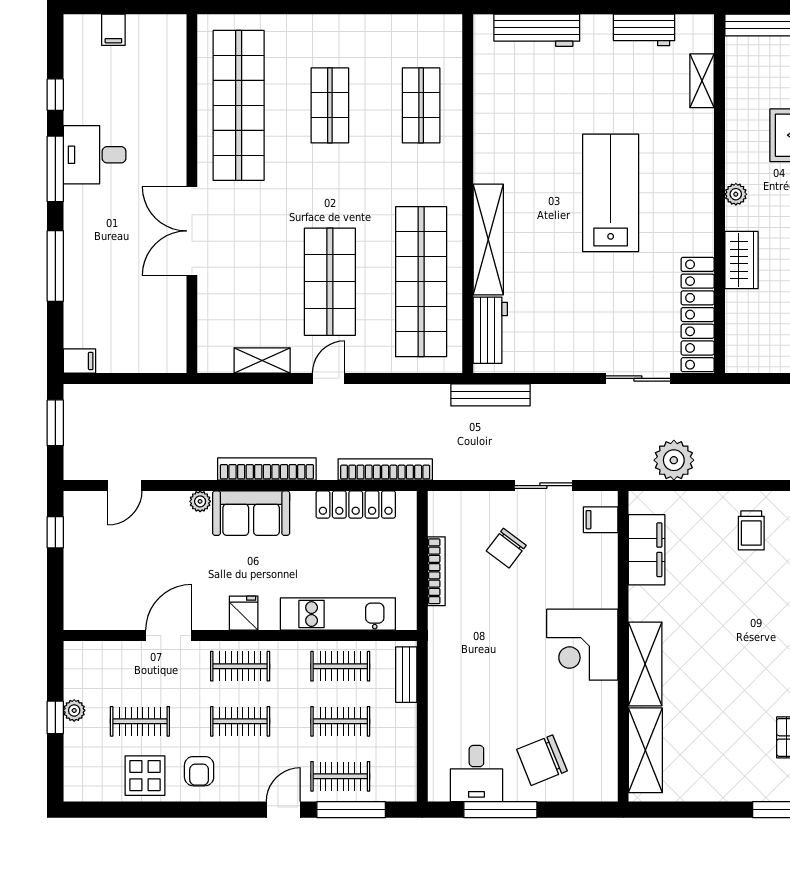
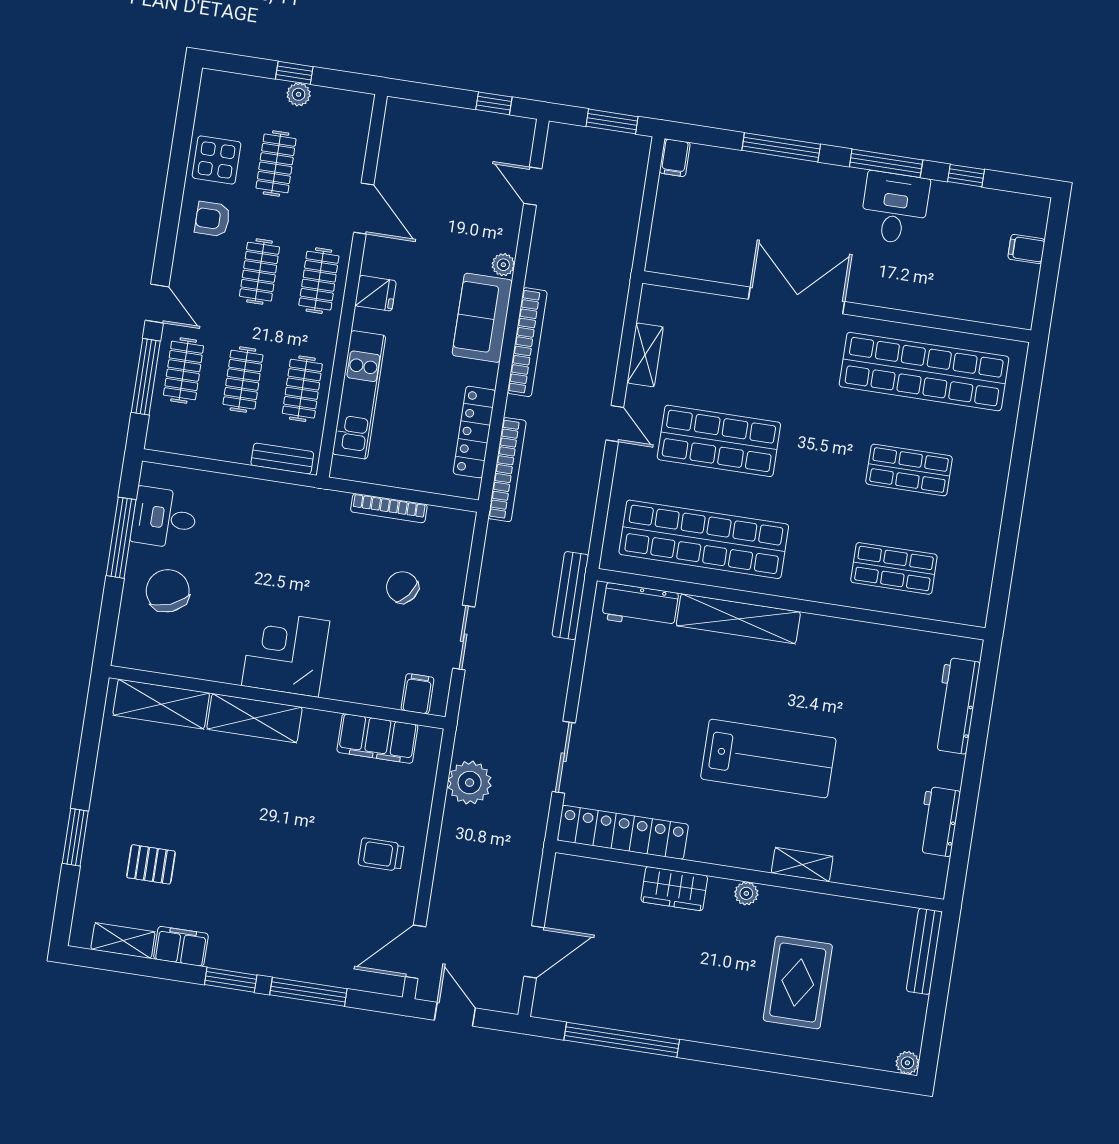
shelving: (702, 81) -> (802, 865), moved

